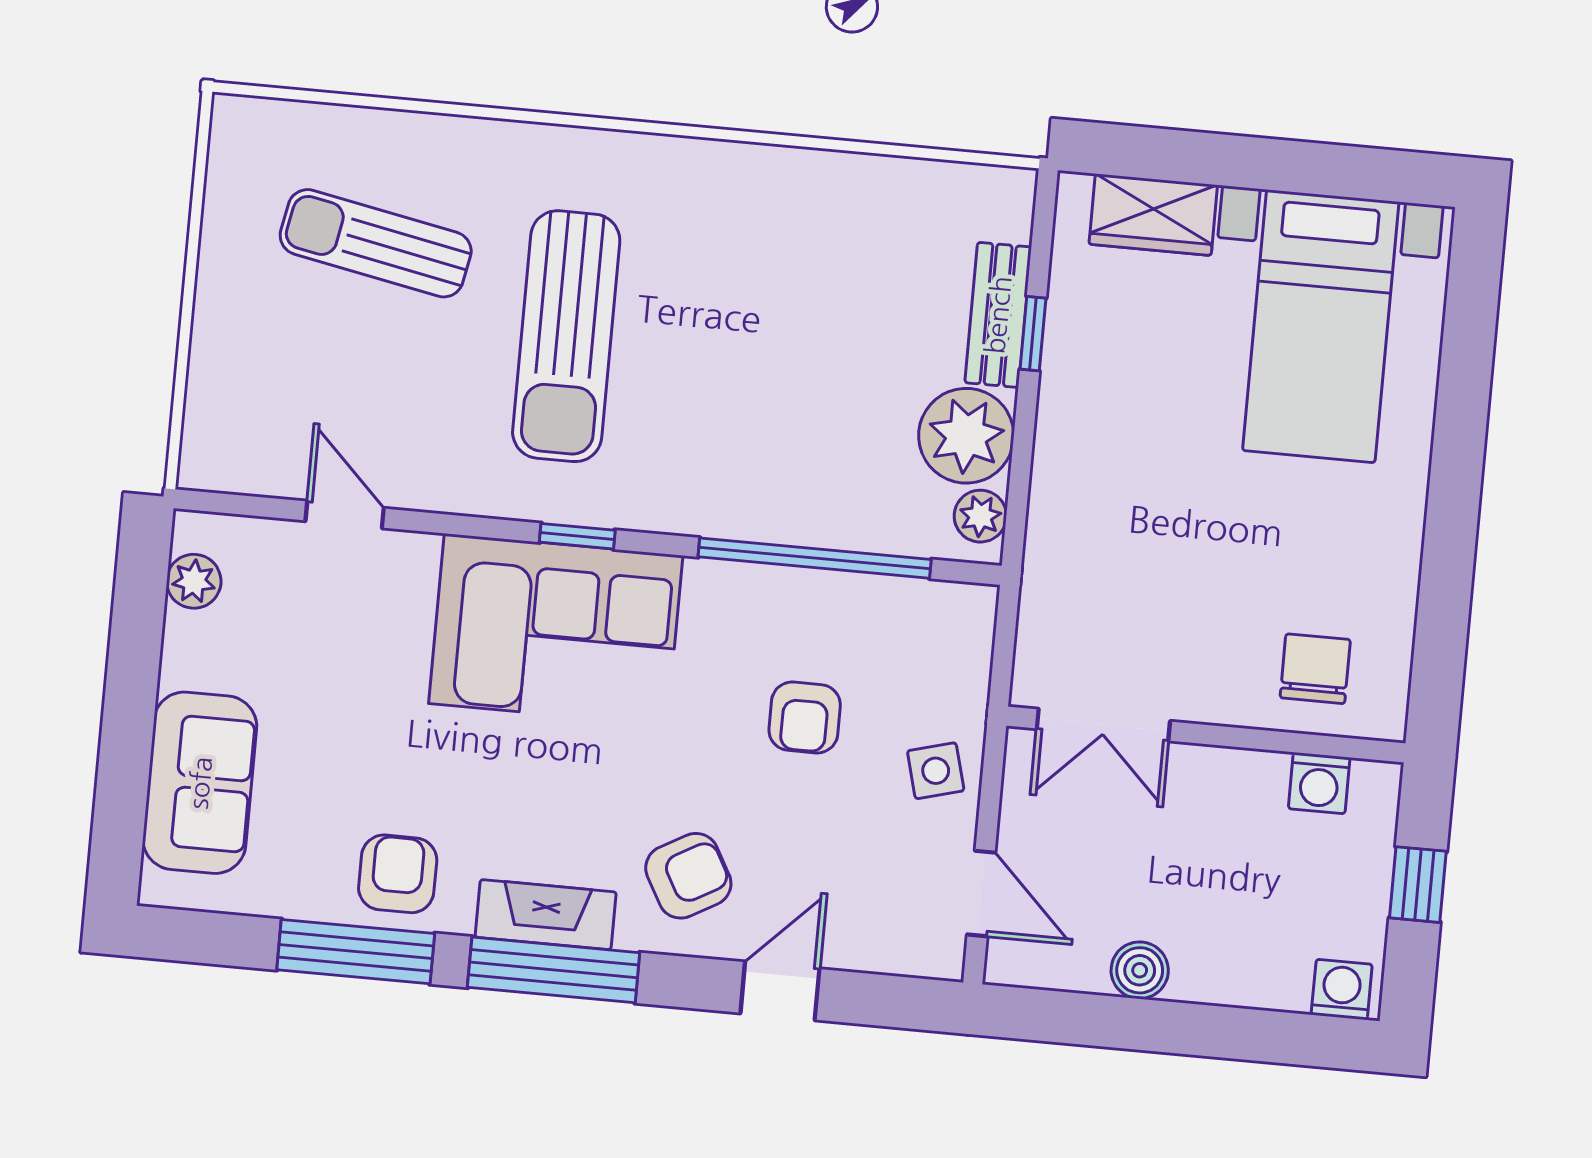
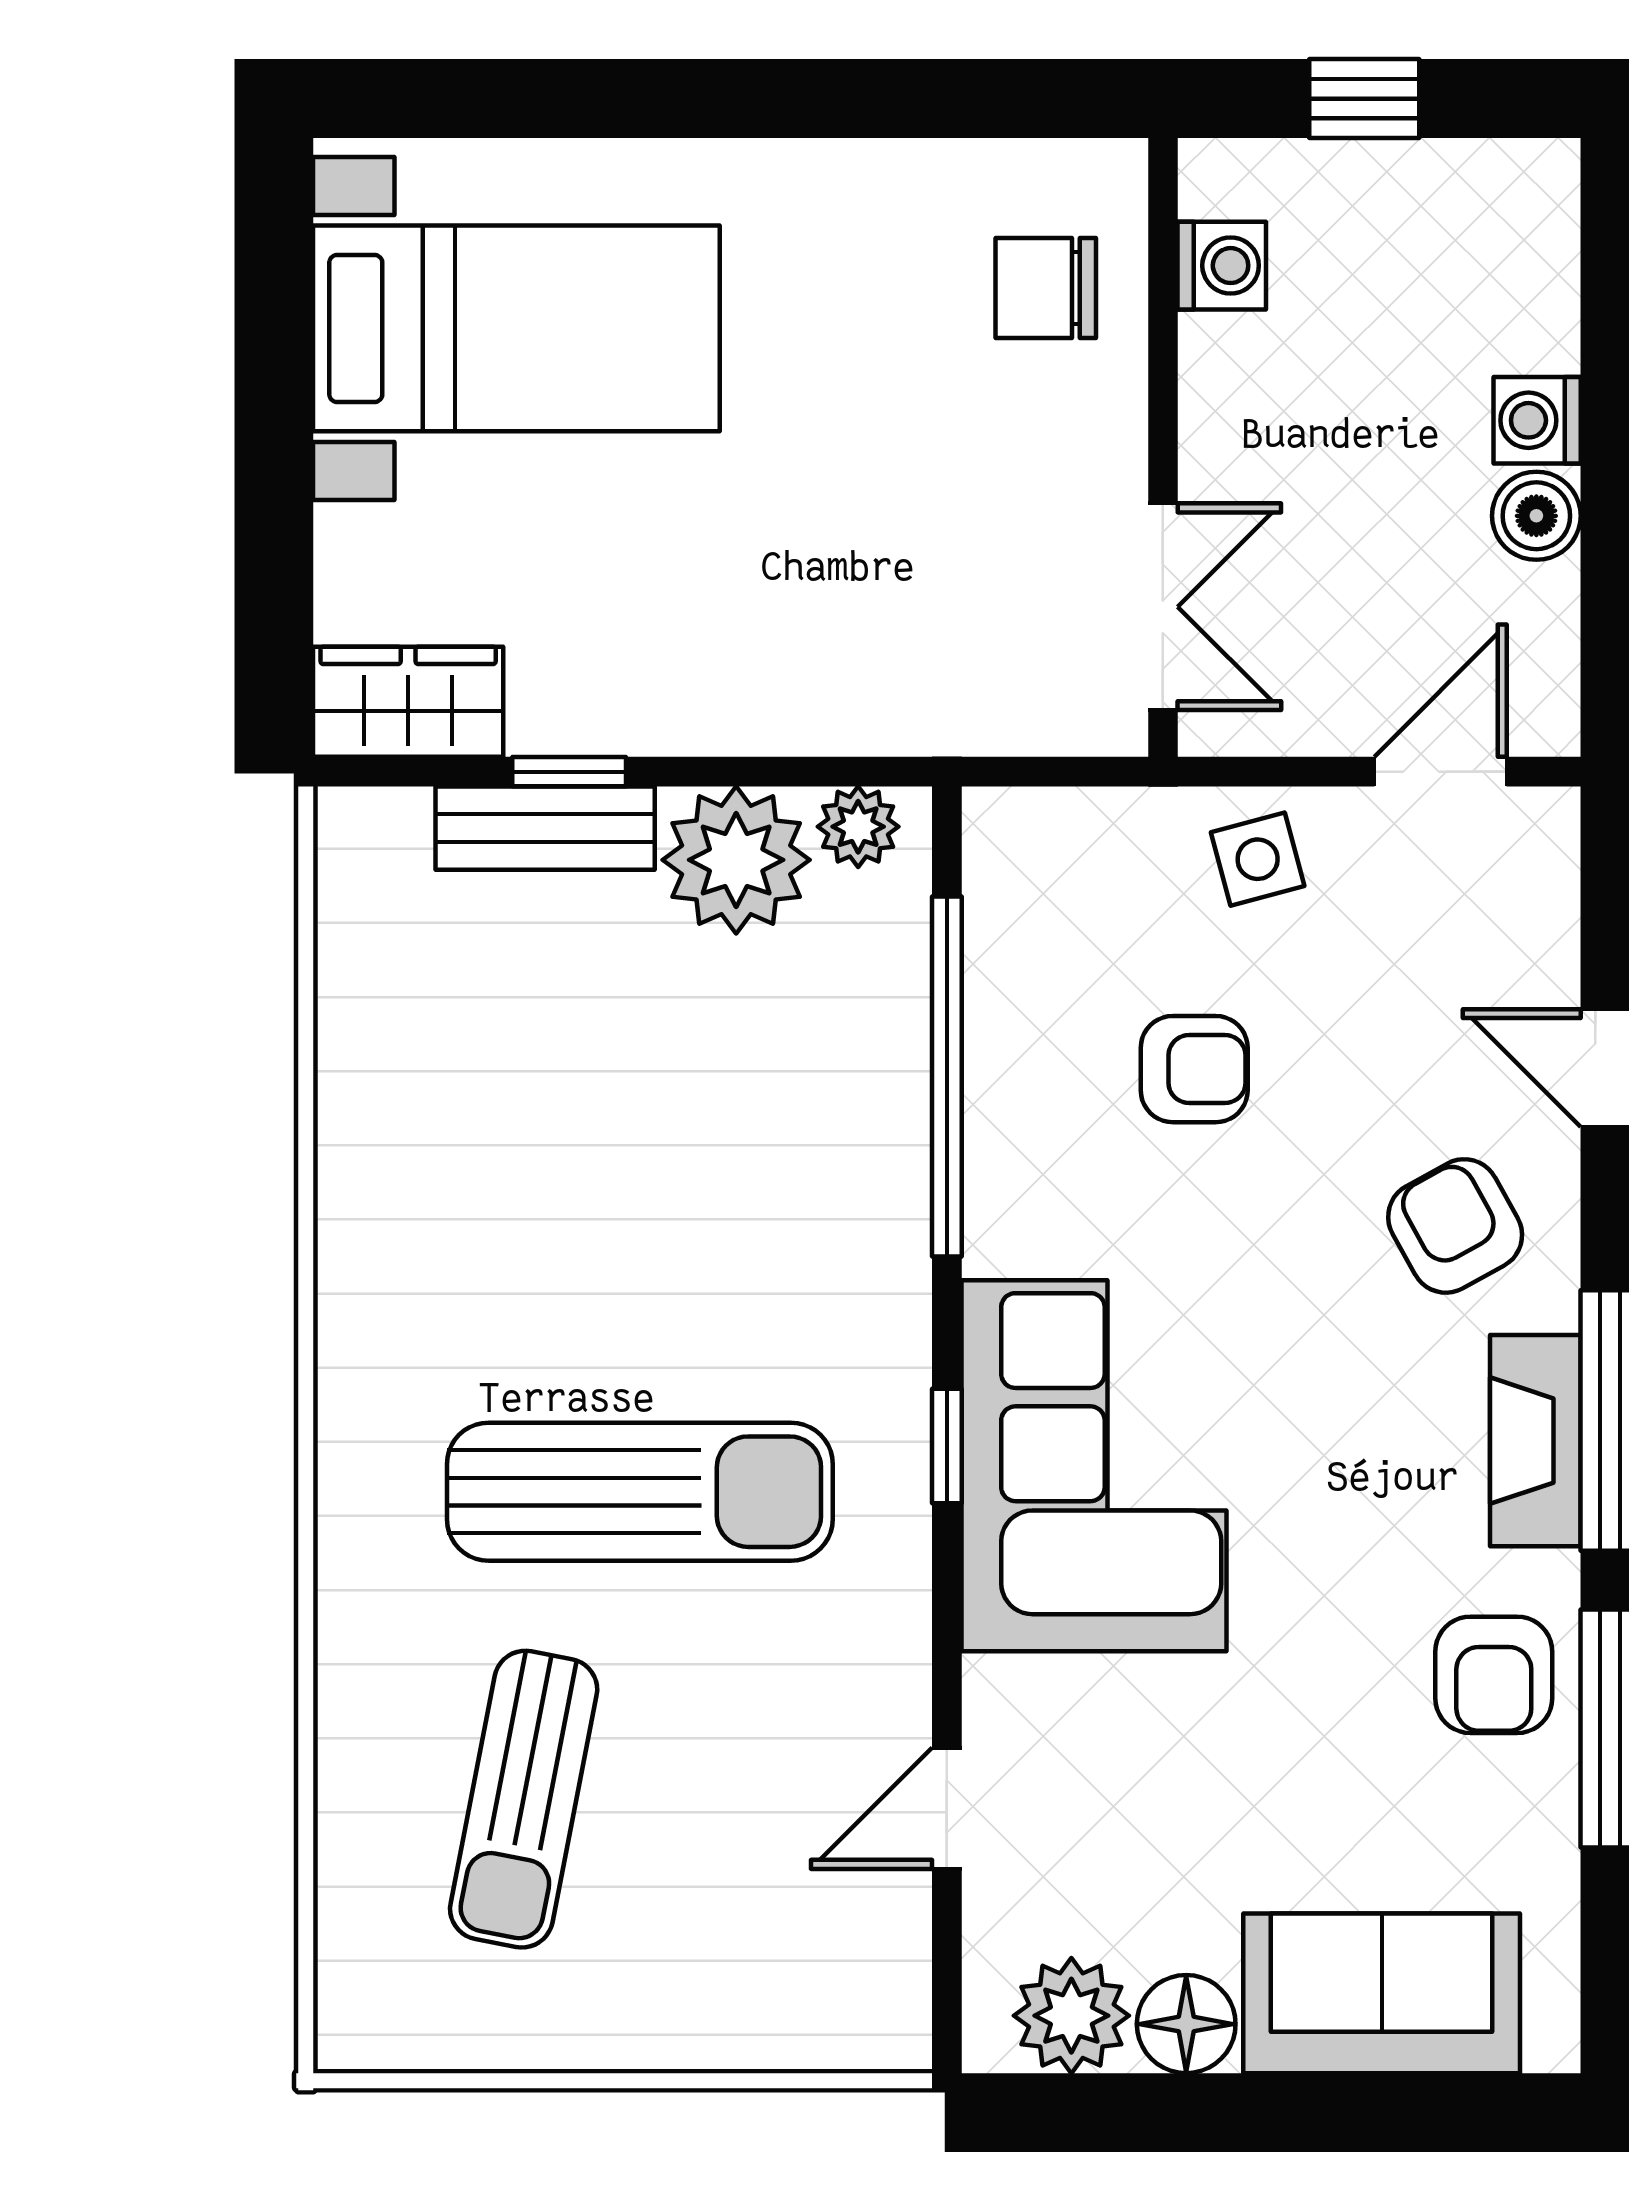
wardrobe: (1153, 215) -> (408, 702), moved, turned -90
plant: (194, 581) -> (1071, 2016), width x1.38, depth x1.38
floor lamp: (192, 655) -> (1186, 2024), added
armchair: (398, 874) -> (1494, 1675), turned -90
washing machine: (1342, 989) -> (1537, 420), moved

